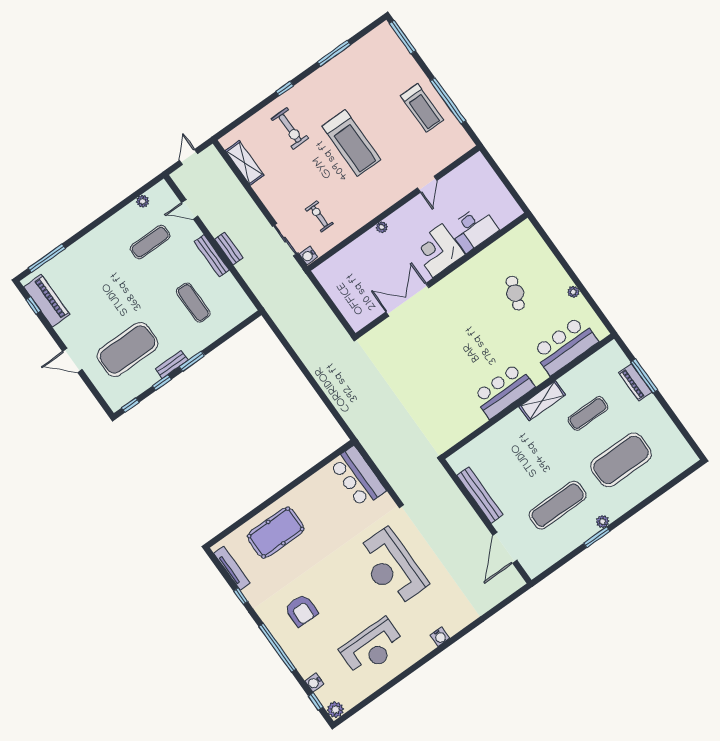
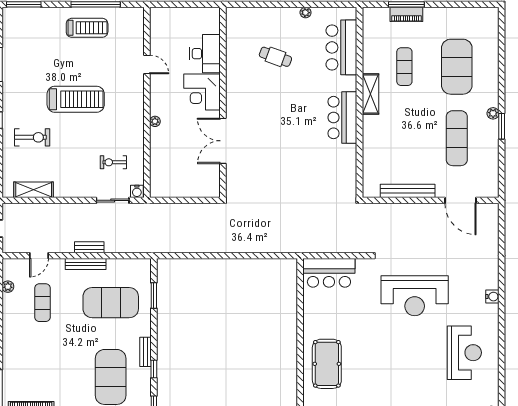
exercise mat: (193, 303) -> (111, 303), width x2.00, depth x1.45
window: (192, 361) -> (154, 295), moved
armchair: (301, 610) -> (399, 386), removed

